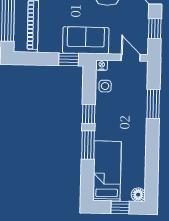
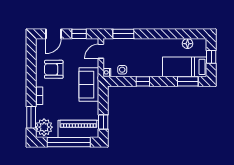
window: (69, 59) -> (103, 122), moved
window: (153, 104) -> (123, 34), moved
window: (88, 145) -> (188, 81), moved
floor lamp: (138, 195) -> (188, 44), moved

